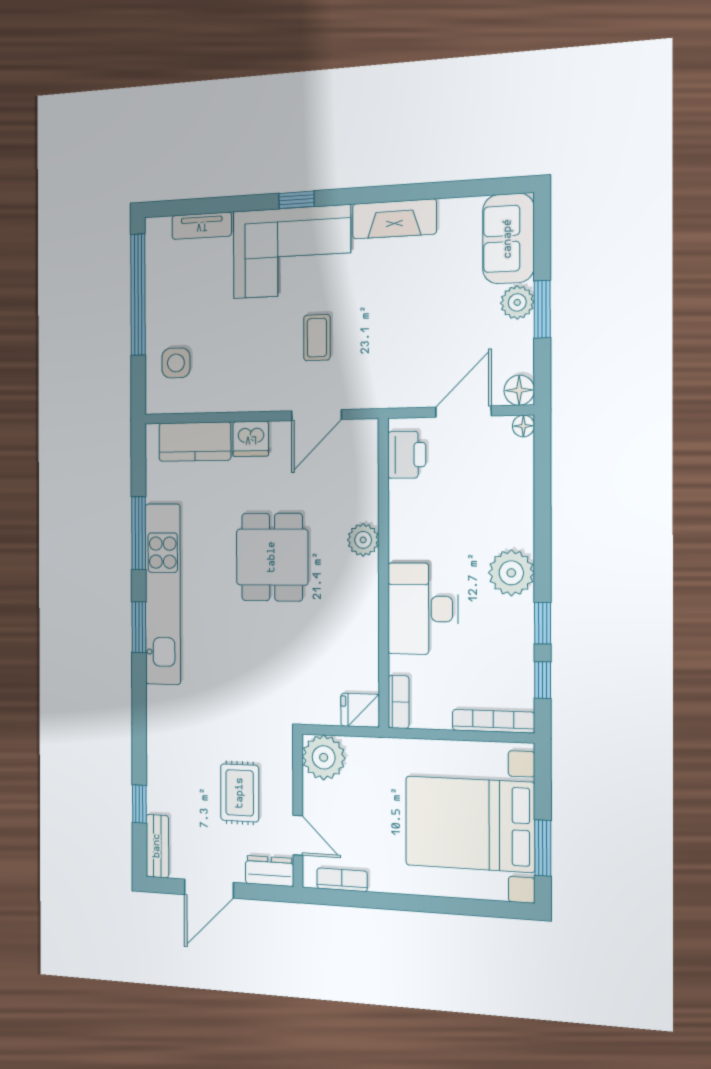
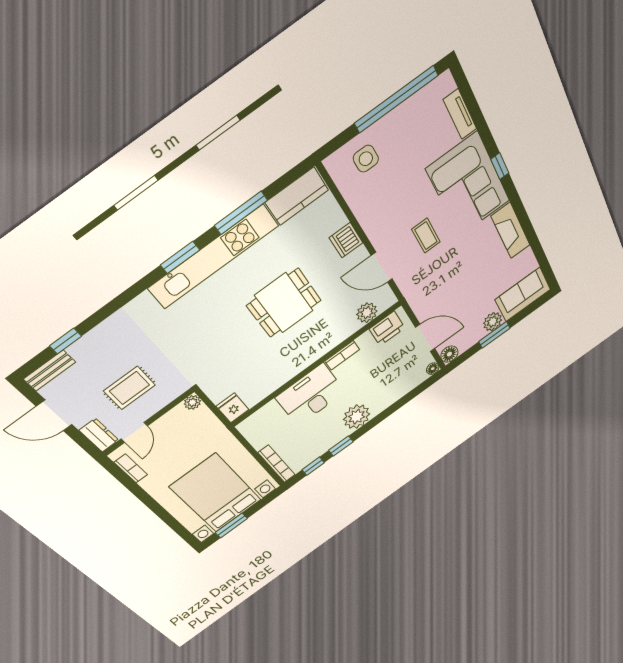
coffee table: (317, 338) -> (426, 236), turned 90
kitchen counter: (195, 442) -> (297, 196), moved, turned -90
plant: (363, 540) -> (367, 313), moved
bookcase: (399, 702) -> (342, 355), moved
plant: (324, 757) -> (192, 402), width x0.53, depth x0.53

